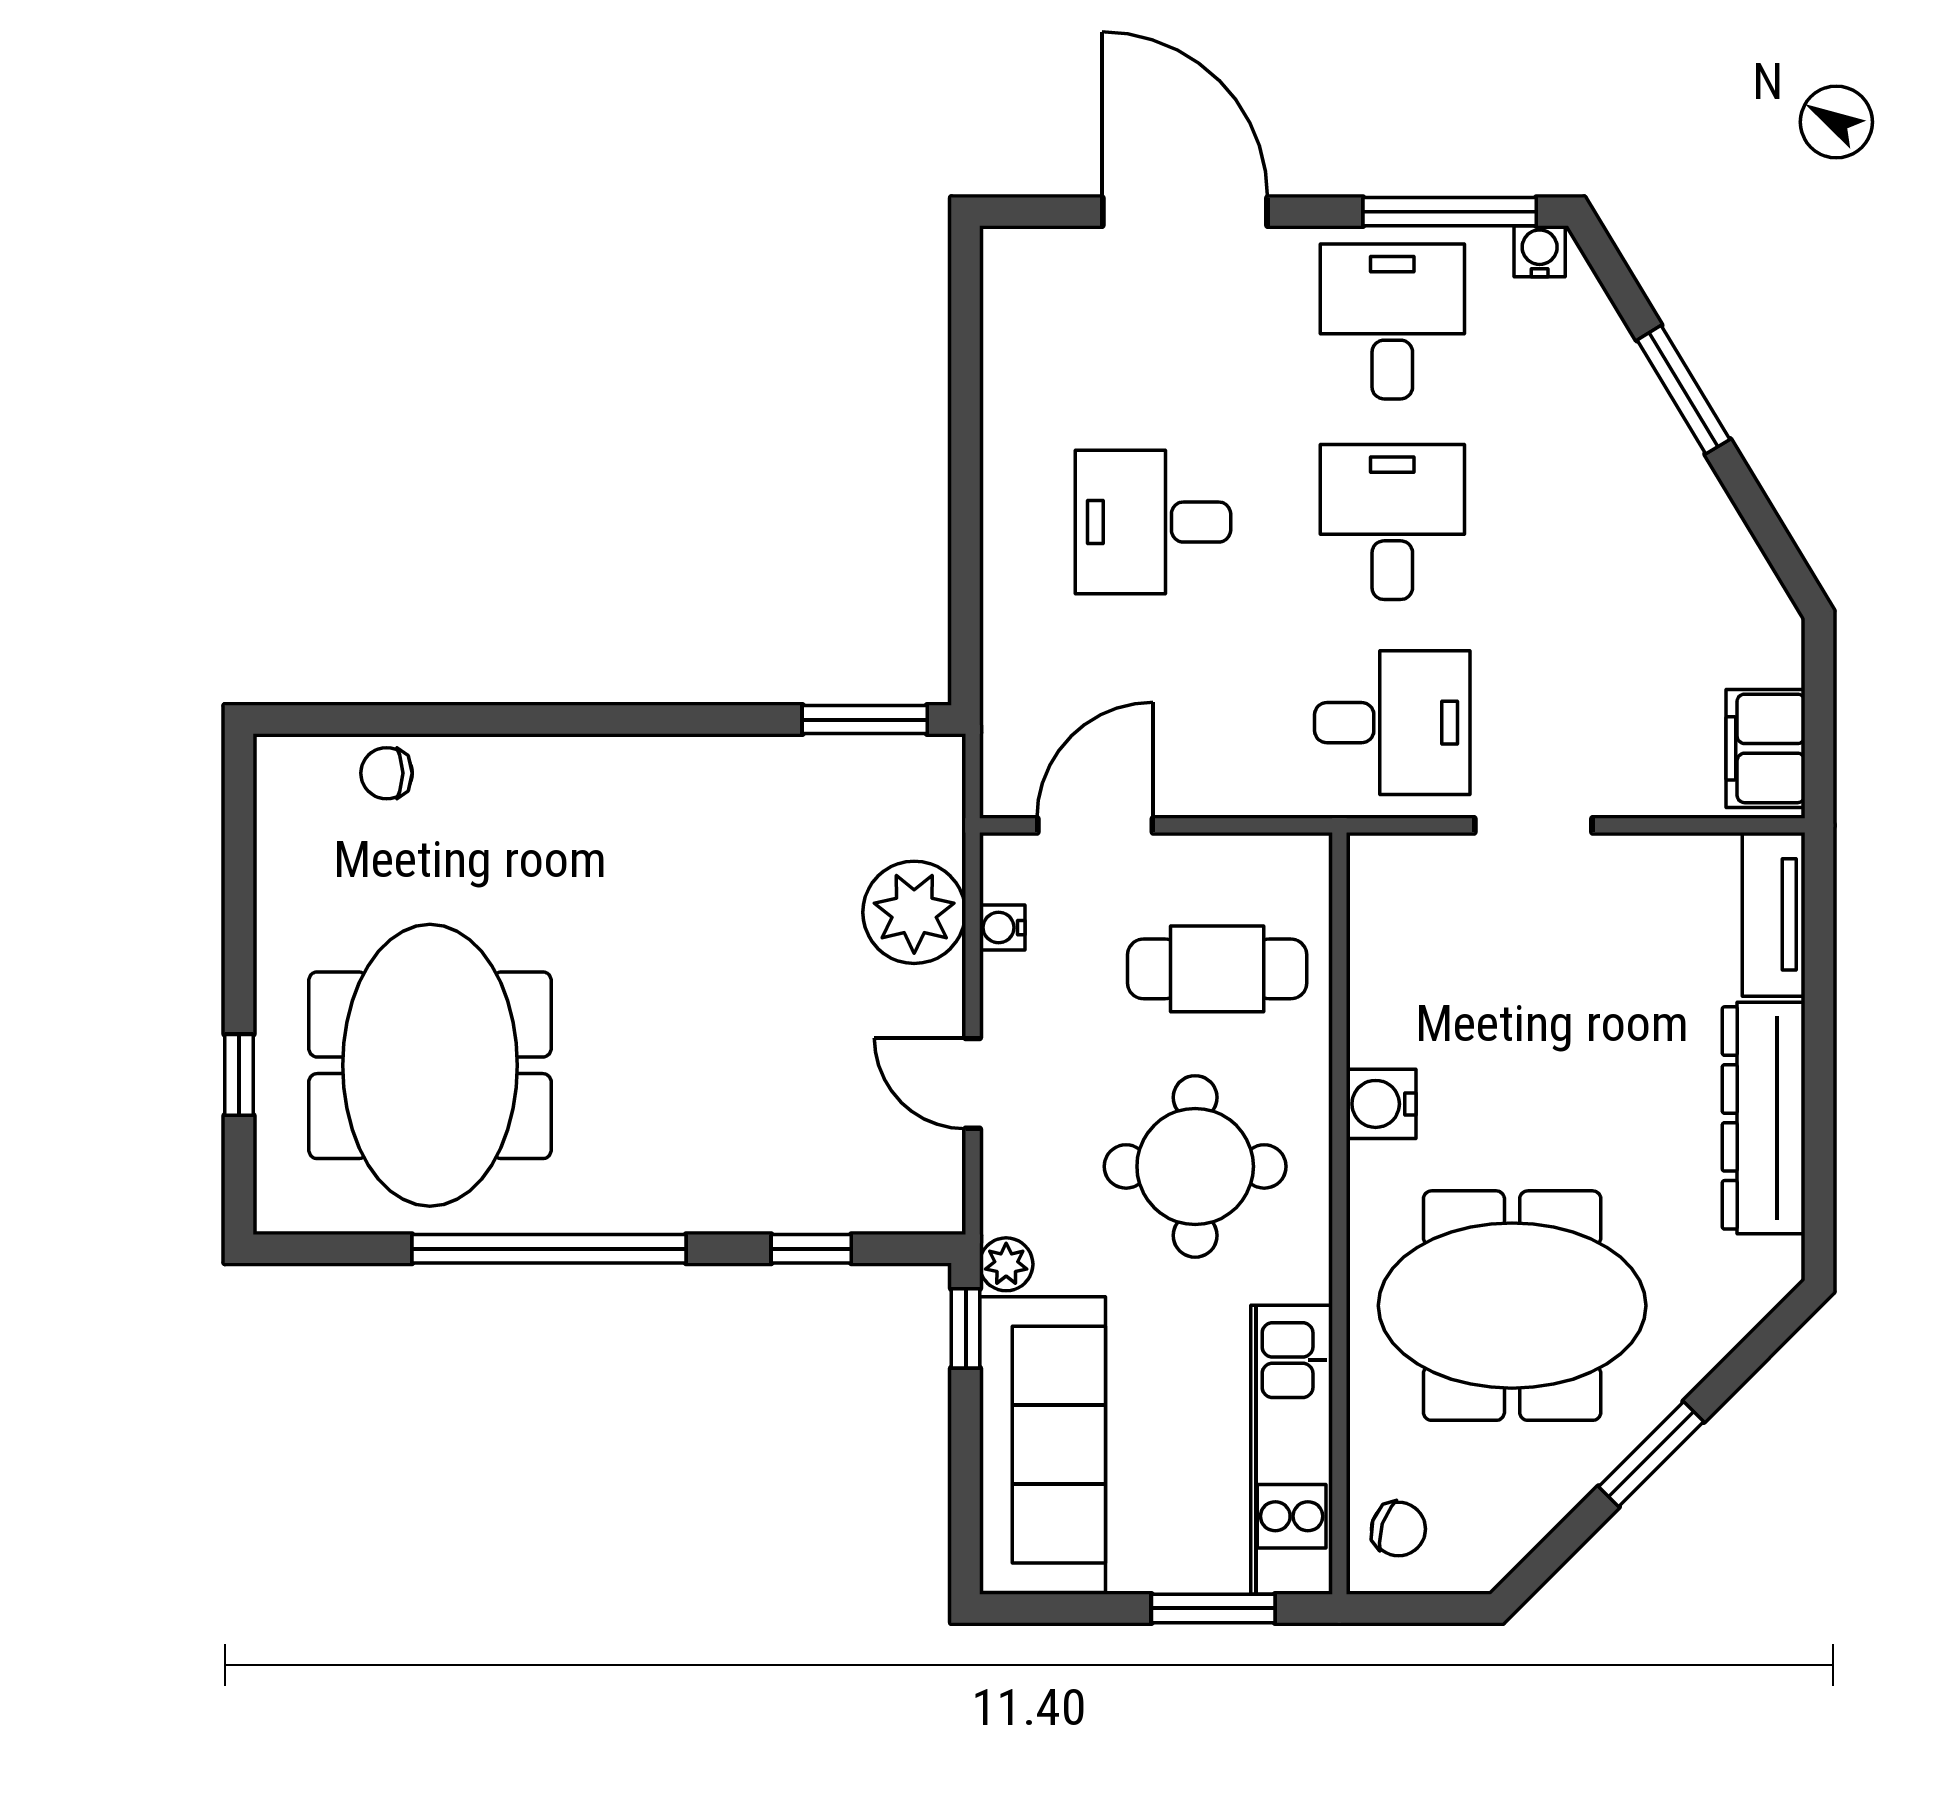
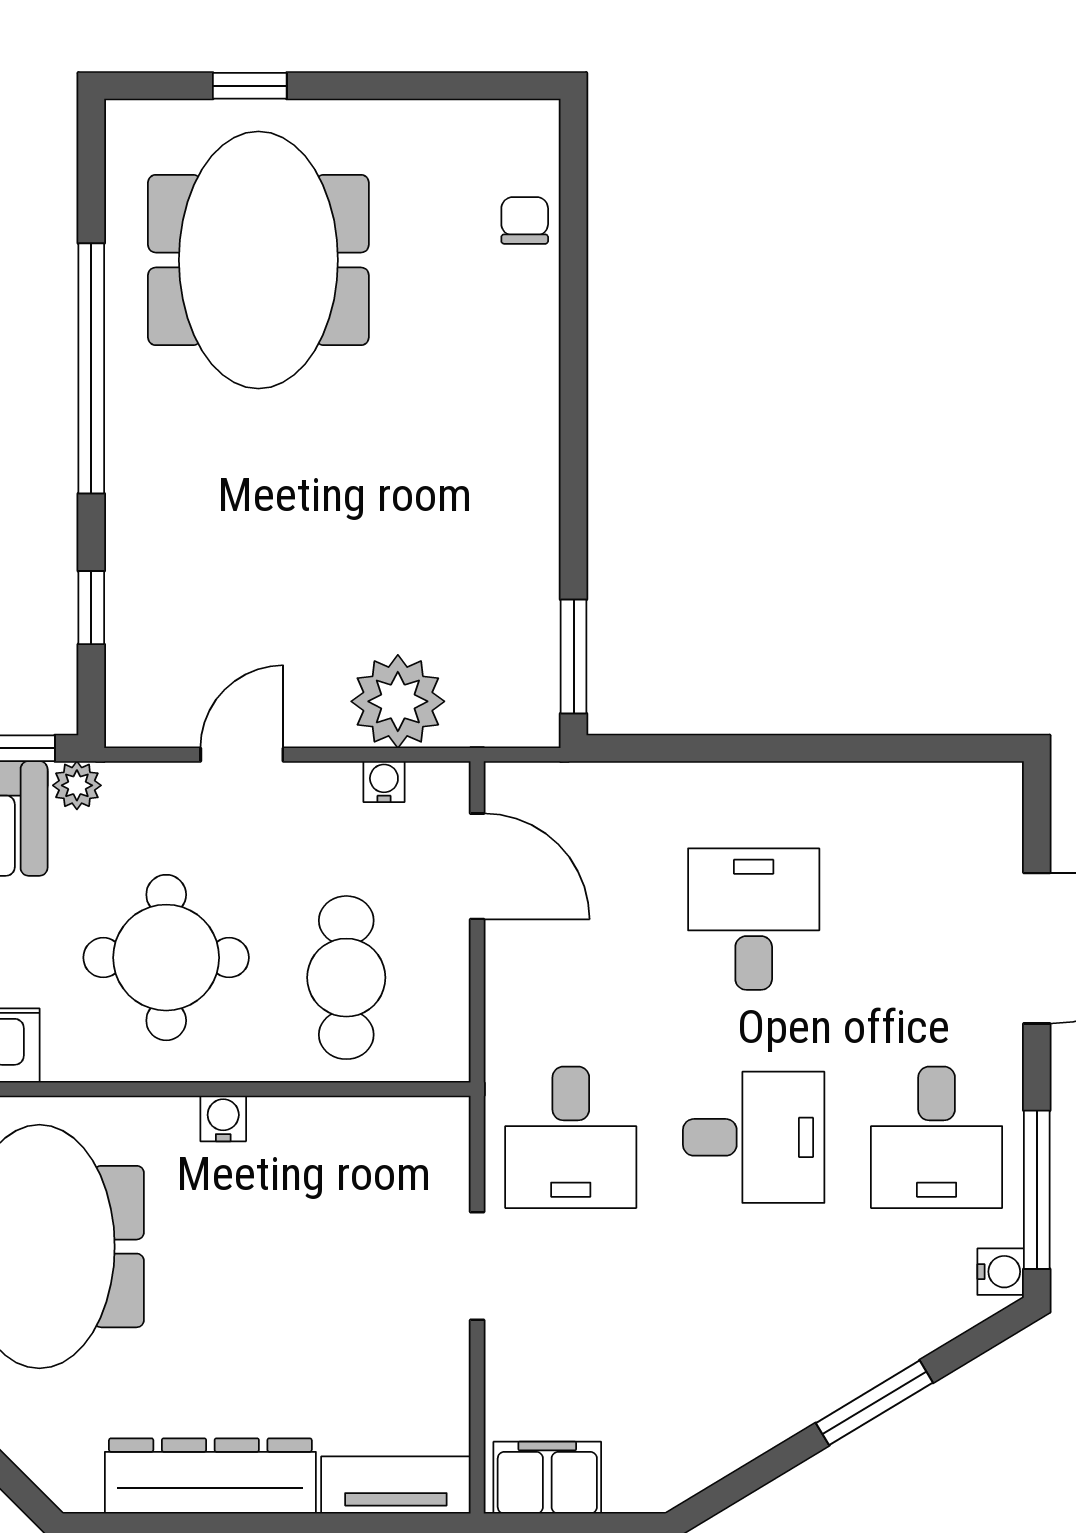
desk: (1392, 321) -> (937, 1137), turned 90
meeting table: (430, 1065) -> (258, 260), turned 90
water cooler: (1381, 1104) -> (223, 1118), width x0.72, depth x0.72

